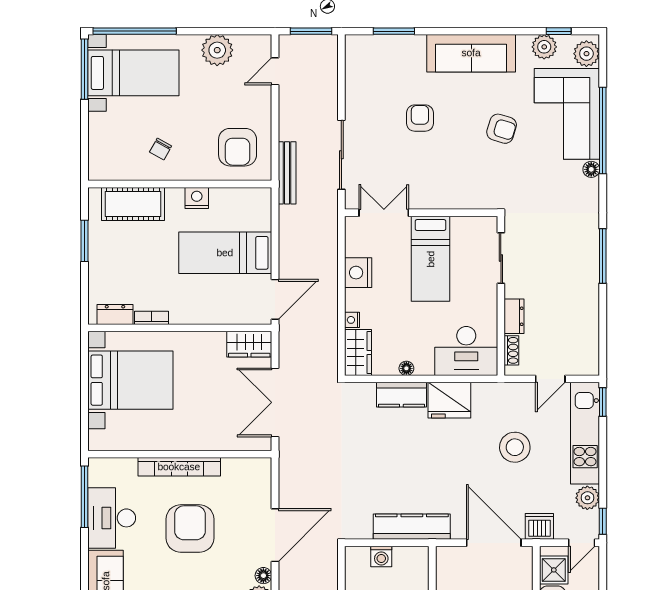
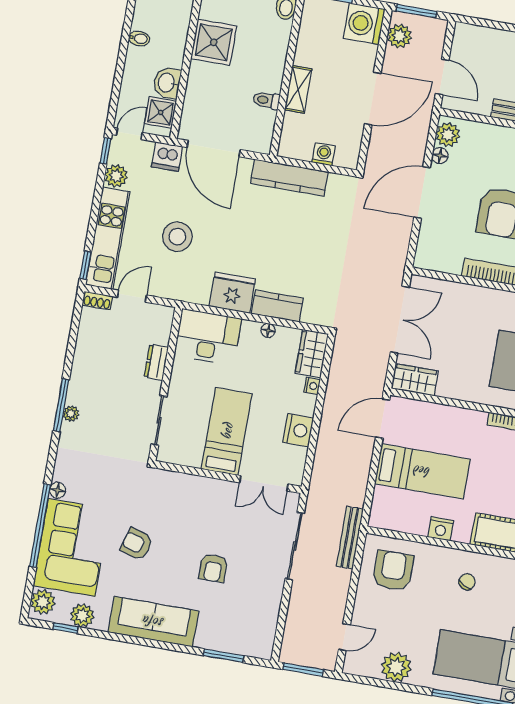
plant: (591, 249) -> (71, 414), added
shoe rack: (511, 350) -> (97, 301), moved, turned -90

